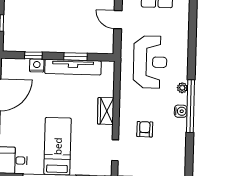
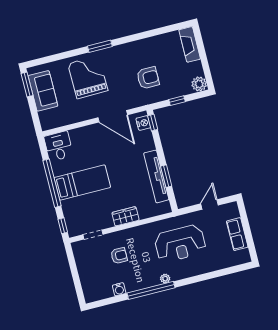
window: (33, 55) -> (153, 123), moved
nightstand: (37, 66) -> (143, 123), moved
water cooler: (181, 111) -> (119, 289), moved

